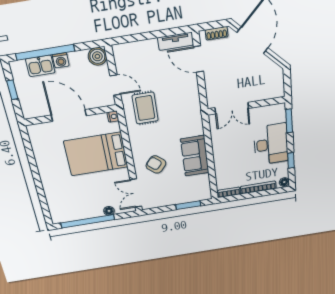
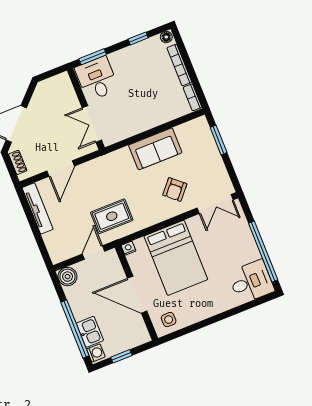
tv unit: (176, 41) -> (38, 208), width x1.41
door: (198, 59) -> (61, 169), moved
washing machine: (61, 60) -> (96, 353), moved
double door: (232, 108) -> (92, 124), swing flipped
door: (69, 115) -> (137, 295), hinge flipped
side table: (41, 137) -> (169, 320), added
desk: (271, 144) -> (97, 79), moved, width x0.73
desk: (64, 208) -> (251, 282), added
floor lamp: (109, 211) -> (244, 230), removed

